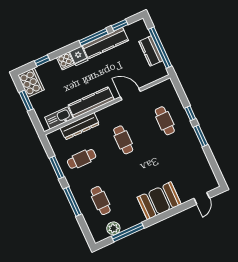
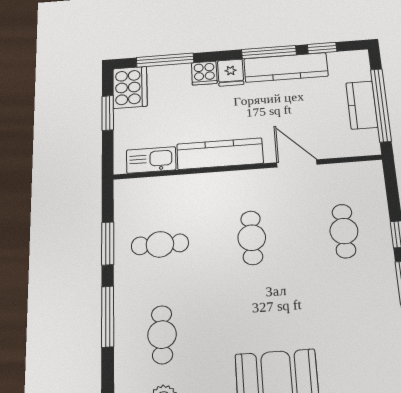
window: (42, 61) -> (165, 60), width x2.17
dresser: (80, 126) -> (182, 187), removed

